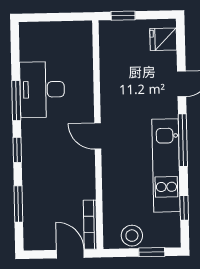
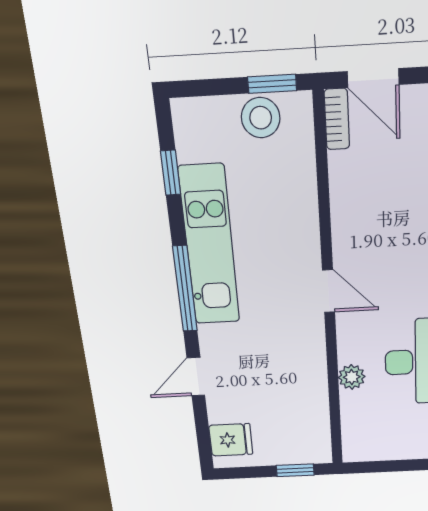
plant: (85, 80) -> (352, 377), added
bookcase: (90, 225) -> (337, 119), width x0.64
window: (152, 252) -> (272, 84), moved

